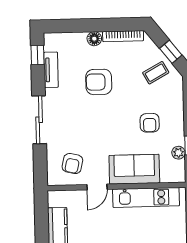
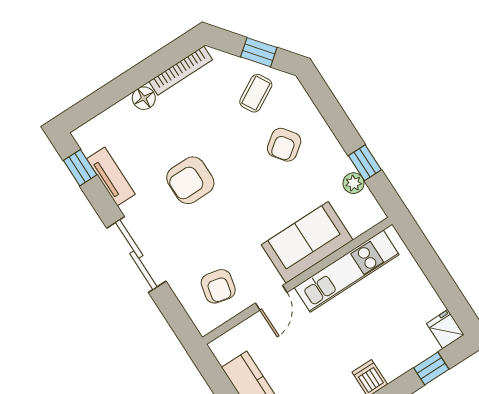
armchair: (99, 82) -> (190, 180), moved
armchair: (150, 123) -> (284, 145), moved, turned 53

